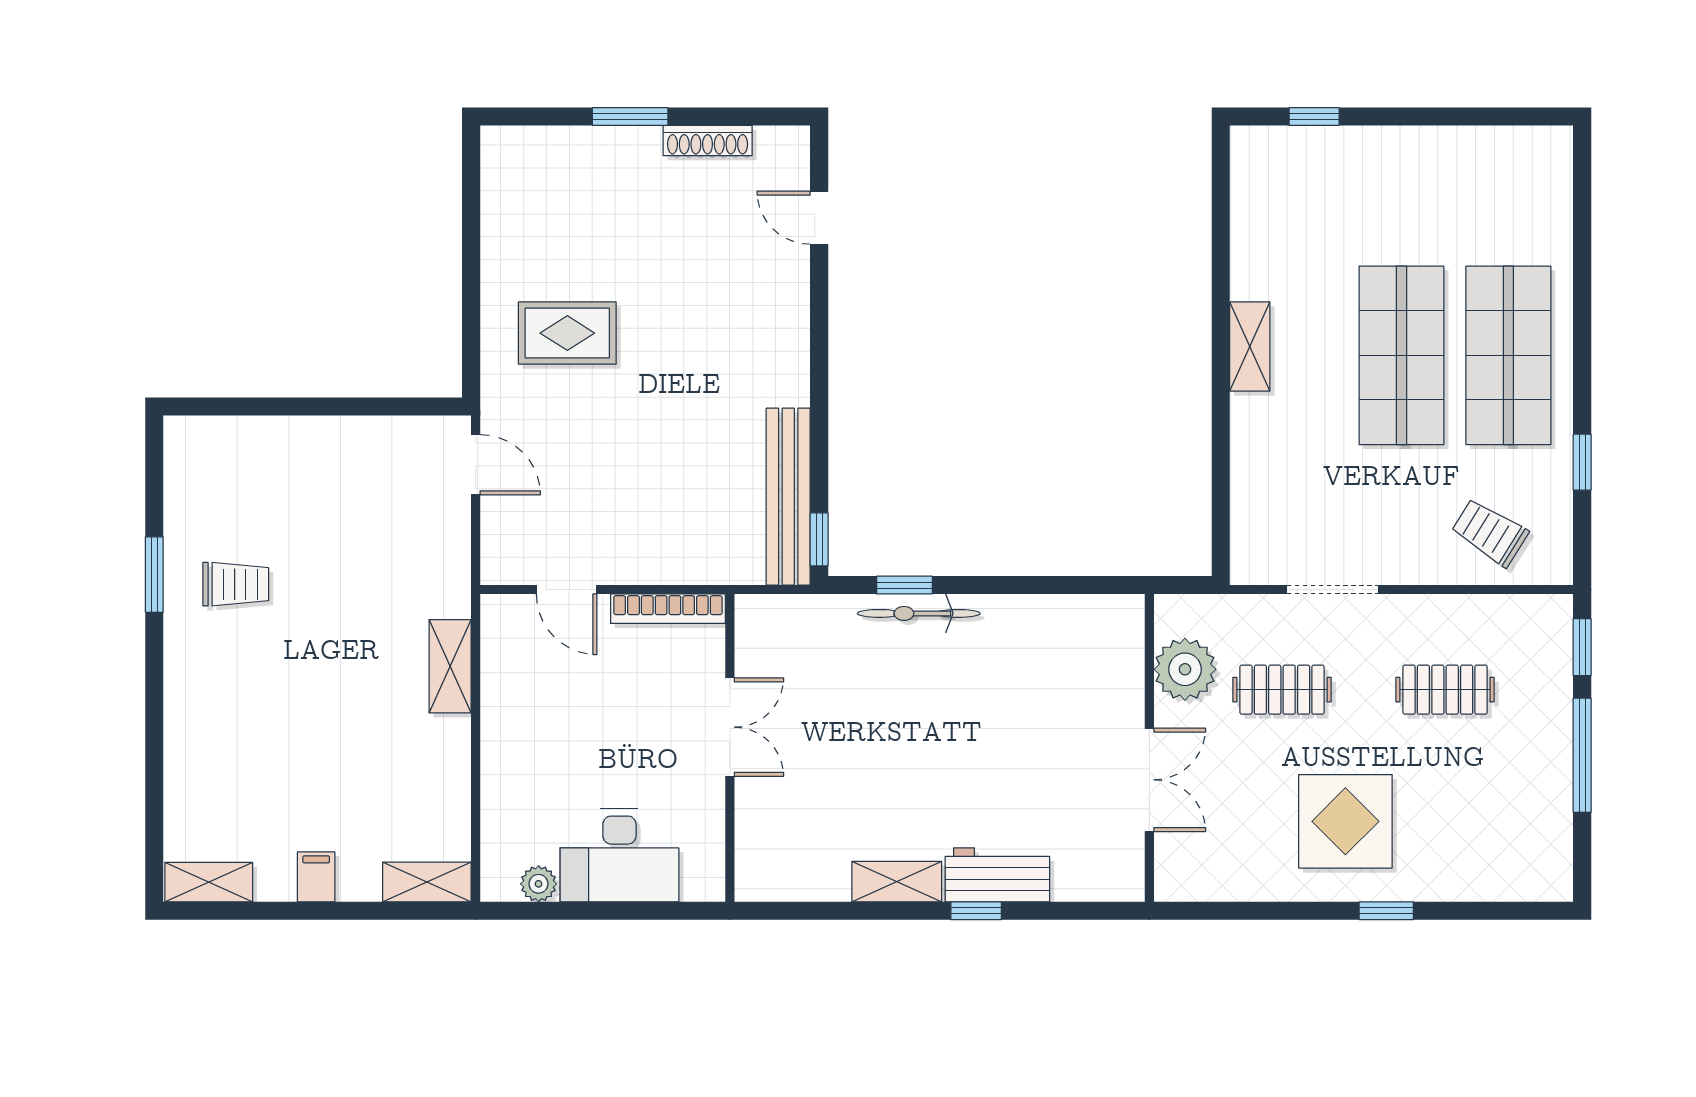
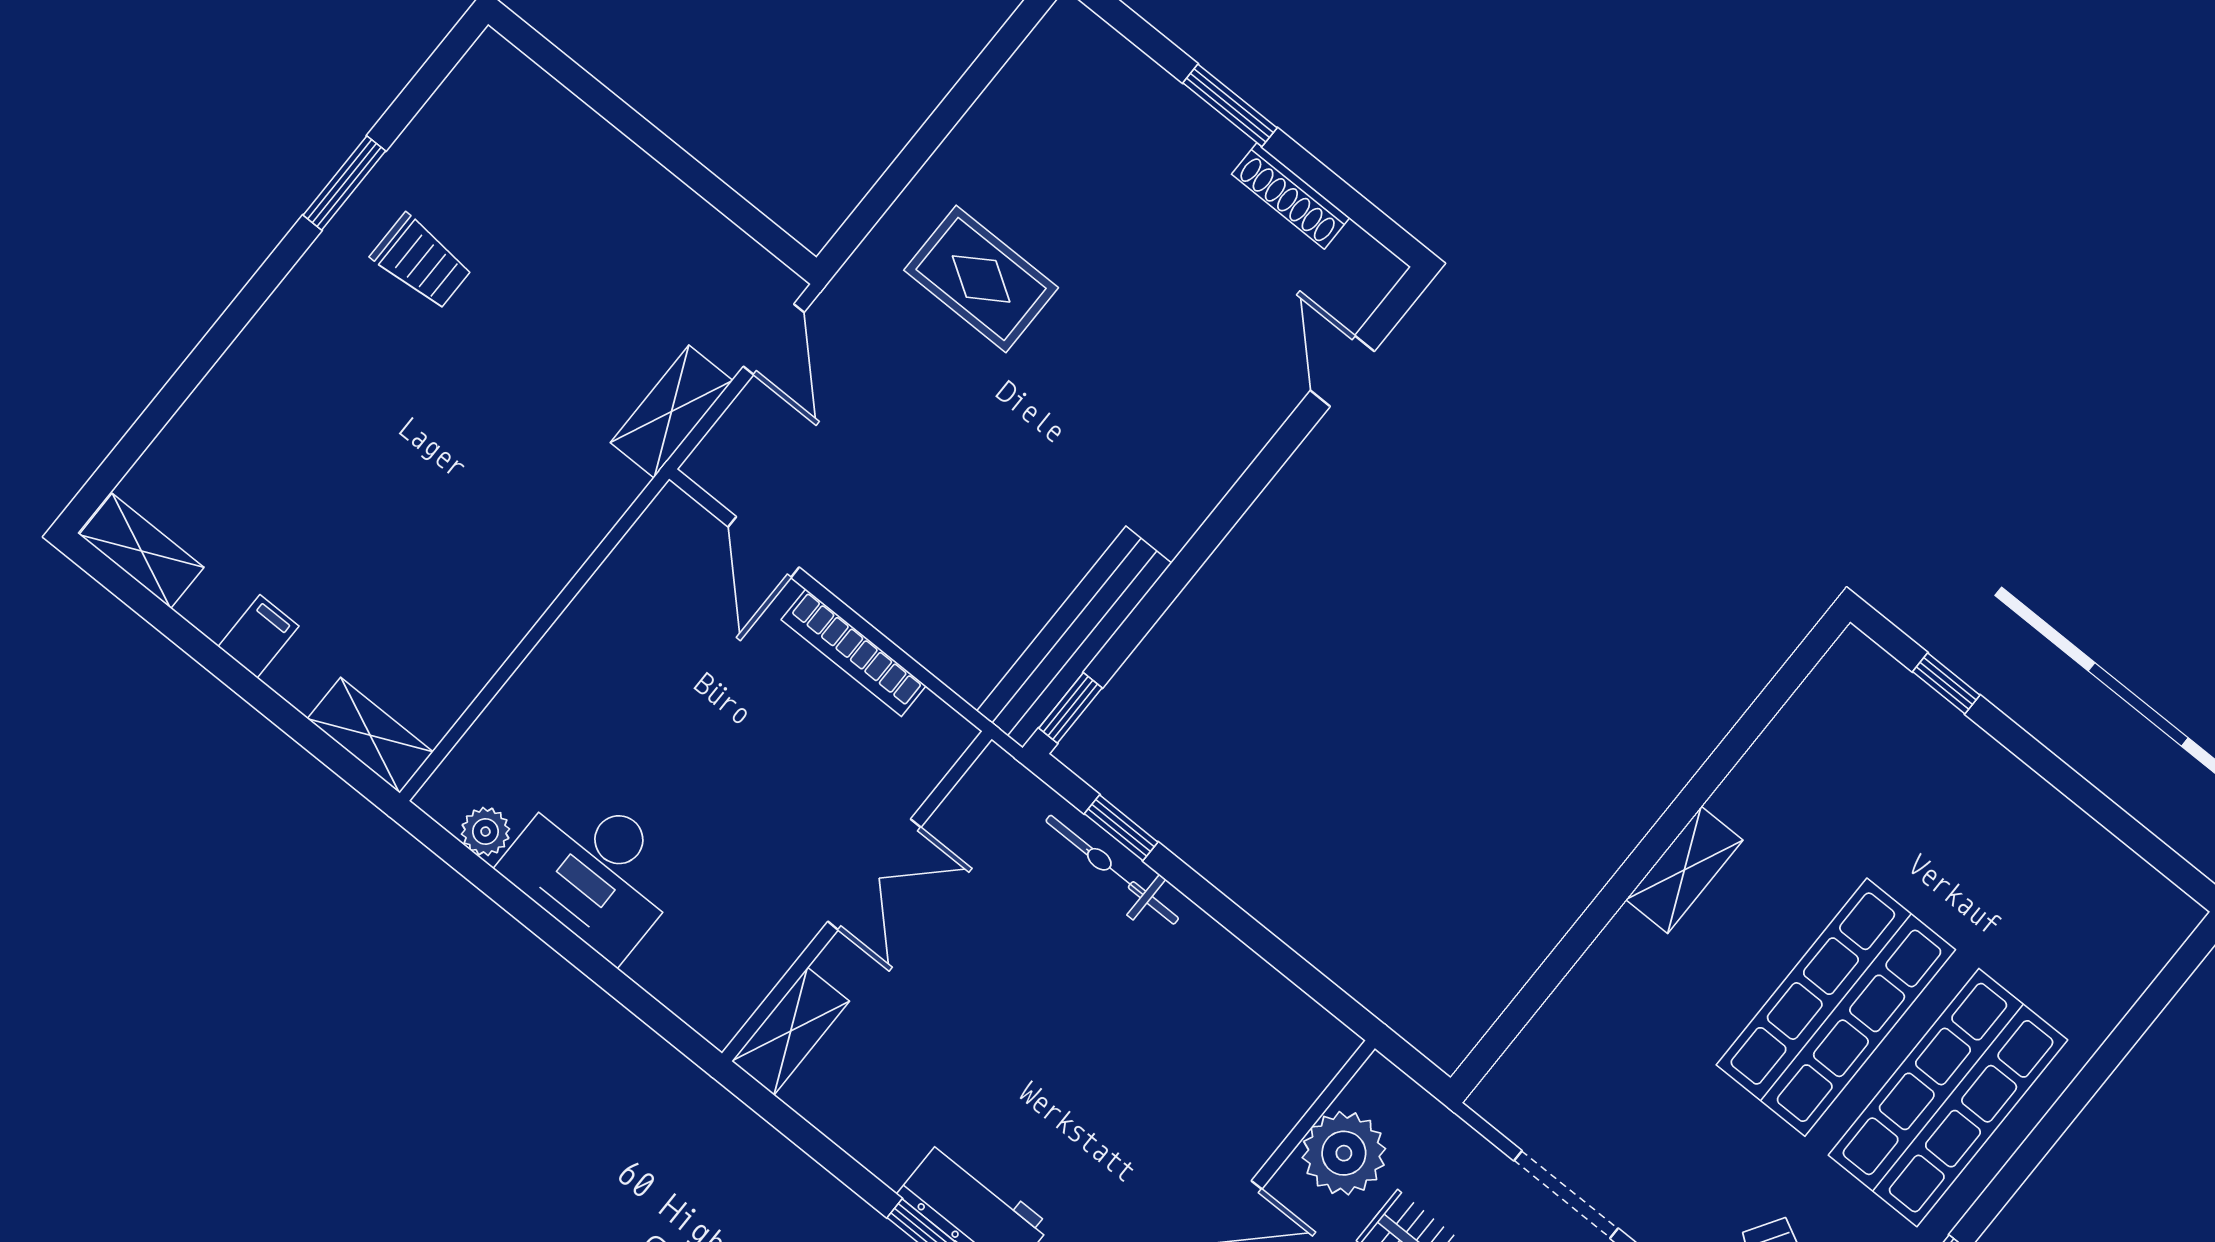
shelving: (450, 666) -> (671, 412), moved
double door: (730, 727) -> (874, 874), moved
wall: (730, 748) -> (857, 896), moved
shelving: (897, 882) -> (791, 1031), moved, turned 90

